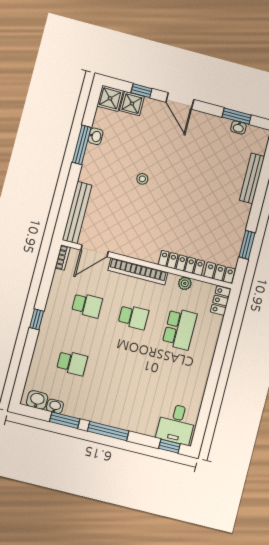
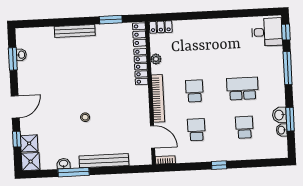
bench: (252, 178) -> (75, 31), moved
bench: (77, 213) -> (104, 161), moved
school desk: (180, 329) -> (242, 89), moved
washbasin: (37, 400) -> (279, 115), moved
window: (108, 431) -> (288, 68), moved

